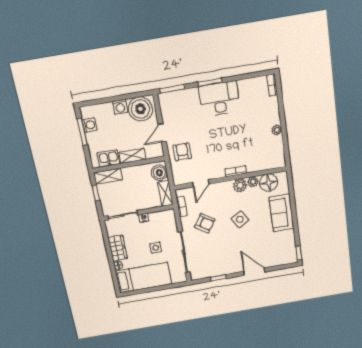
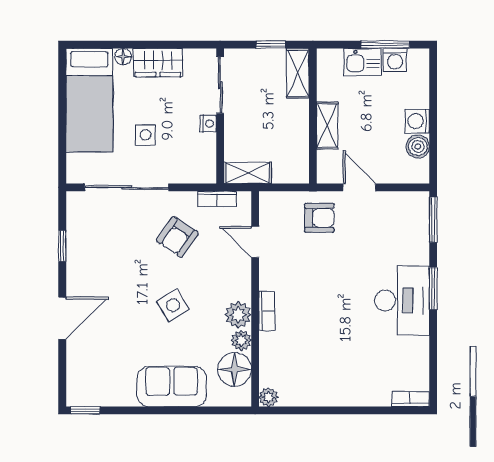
boiler: (140, 109) -> (418, 147), width x0.54, depth x0.54
plant: (277, 130) -> (268, 397), moved
kitchen sink: (108, 158) -> (363, 62), moved, turned 90
boiler: (159, 173) -> (288, 169), removed

